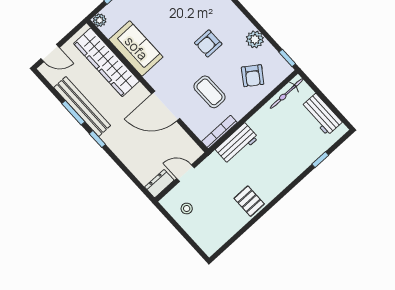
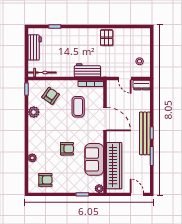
armchair: (208, 43) -> (67, 149), moved
bench: (82, 106) -> (145, 133), moved

